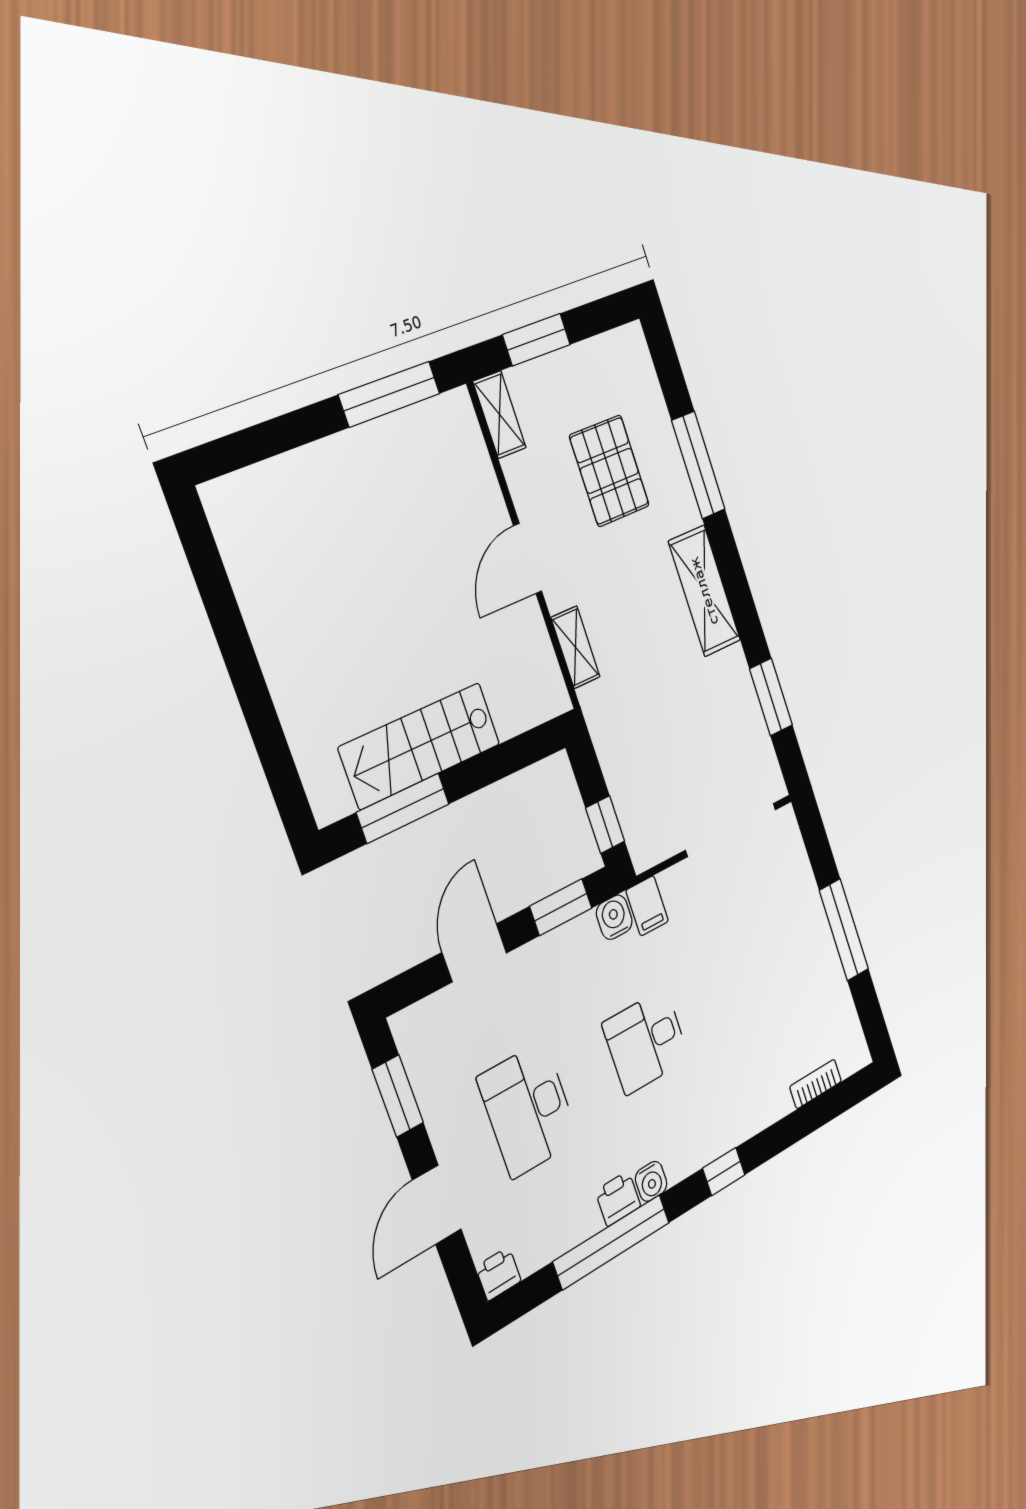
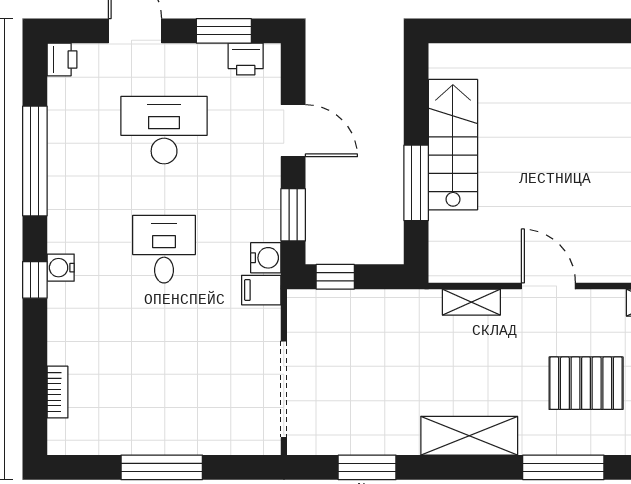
window: (403, 808) -> (416, 183), moved
water cooler: (651, 1181) -> (61, 268), moved
printer: (618, 1199) -> (246, 59), moved, turned 90

